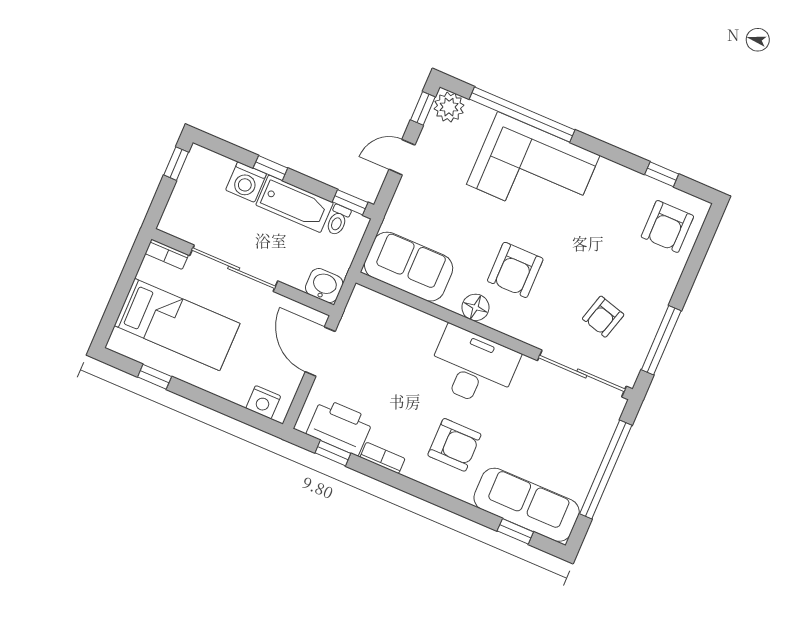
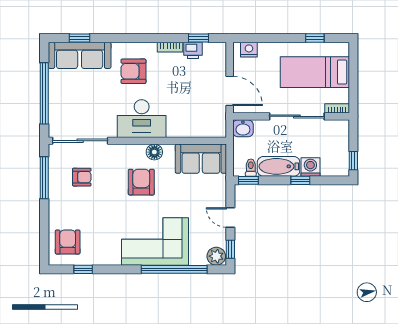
door: (402, 157) -> (230, 217), swing flipped
armchair: (603, 317) -> (82, 177), turned 74
printer: (340, 427) -> (193, 50), width x0.53, depth x0.68

